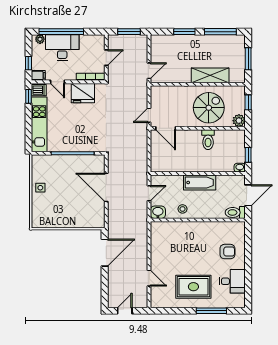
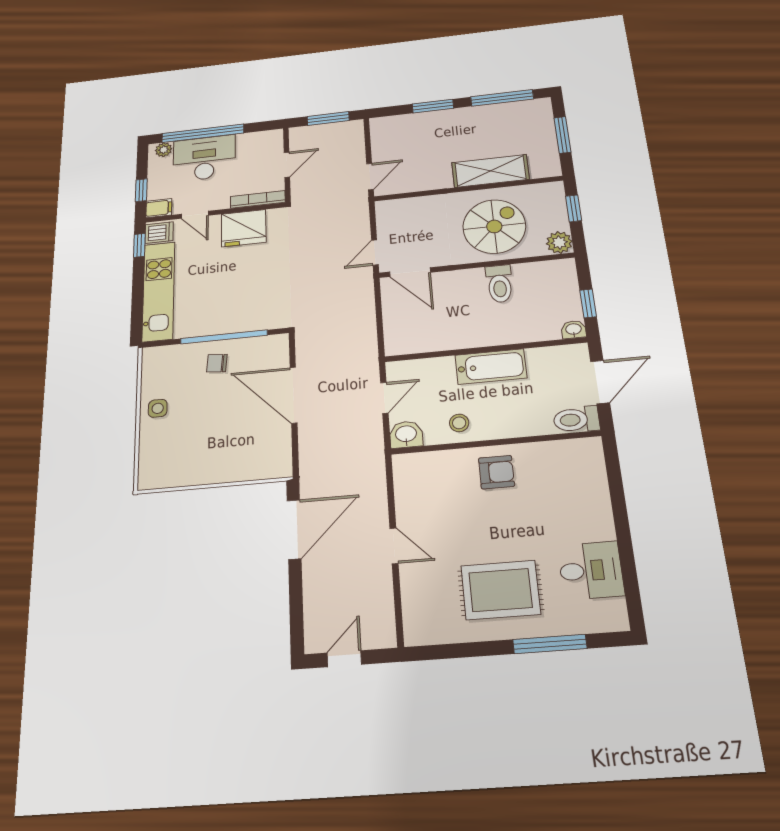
chair: (69, 167) -> (217, 363), added
armchair: (227, 252) -> (496, 472), moved
door: (149, 278) -> (394, 546), moved

